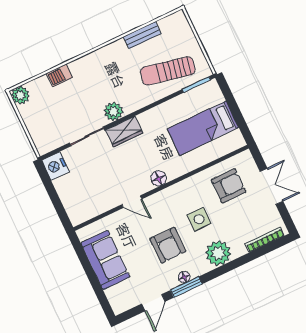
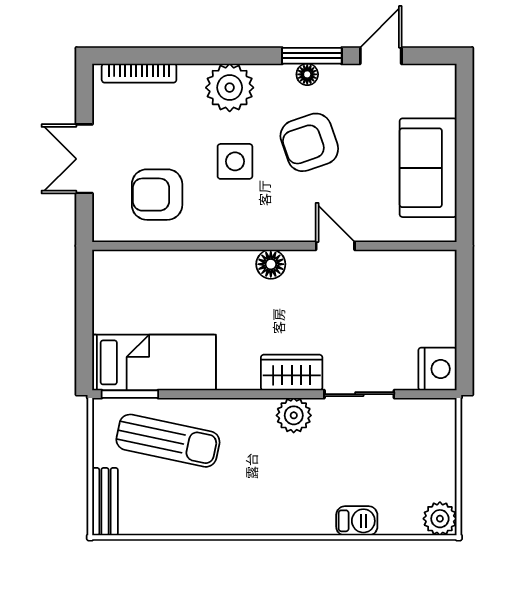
bench: (142, 35) -> (105, 502), moved, turned 90
bed: (203, 128) -> (154, 362), moved
armchair: (168, 245) -> (309, 142), turned -109

